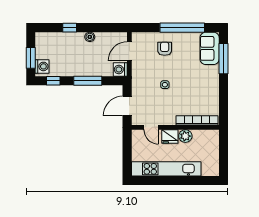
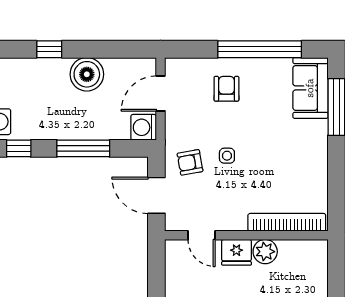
boiler: (90, 37) -> (87, 74), width x1.86, depth x1.86
armchair: (145, 88) -> (190, 162), added
door: (127, 106) -> (156, 195), hinge flipped

